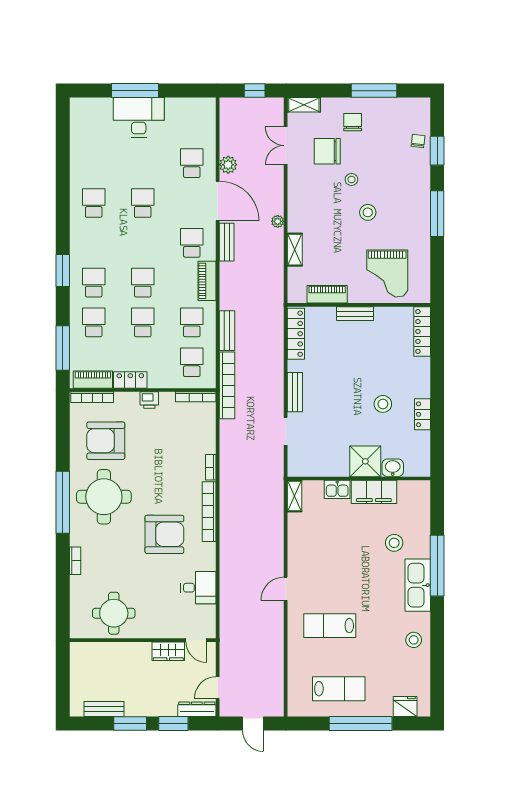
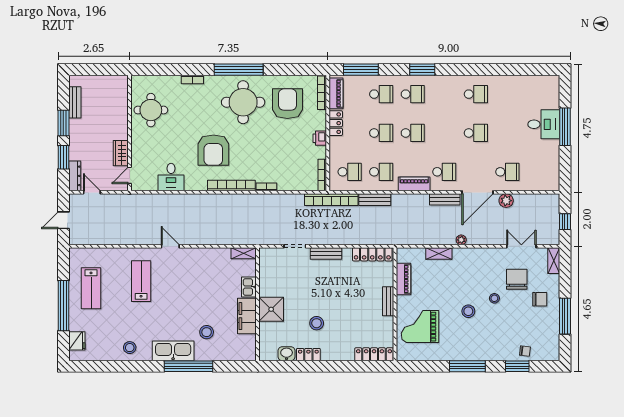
desk: (139, 117) -> (544, 124), width x0.73
washbasin: (393, 468) -> (287, 354), moved, turned -90

